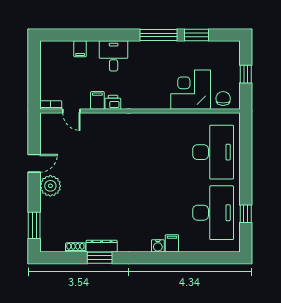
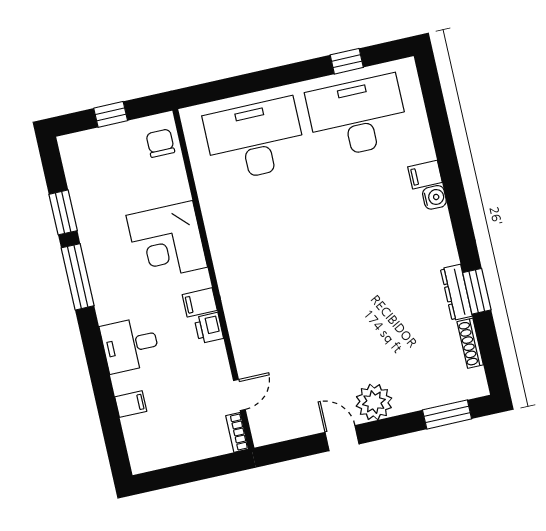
corner desk: (191, 90) -> (167, 241), moved
chair: (223, 98) -> (160, 143), turned 90
filing cabinet: (97, 100) -> (200, 302), moved
shoe rack: (75, 247) -> (470, 343), width x1.43

